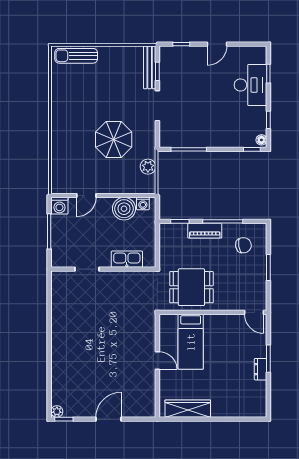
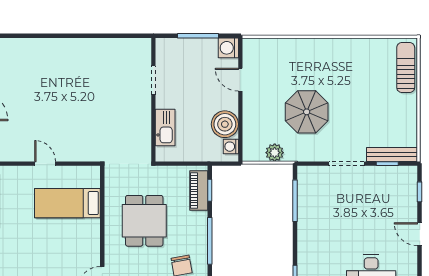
piano: (205, 231) -> (199, 190), moved
dining table: (191, 287) -> (144, 221), moved
door: (157, 361) -> (45, 164), swing flipped

